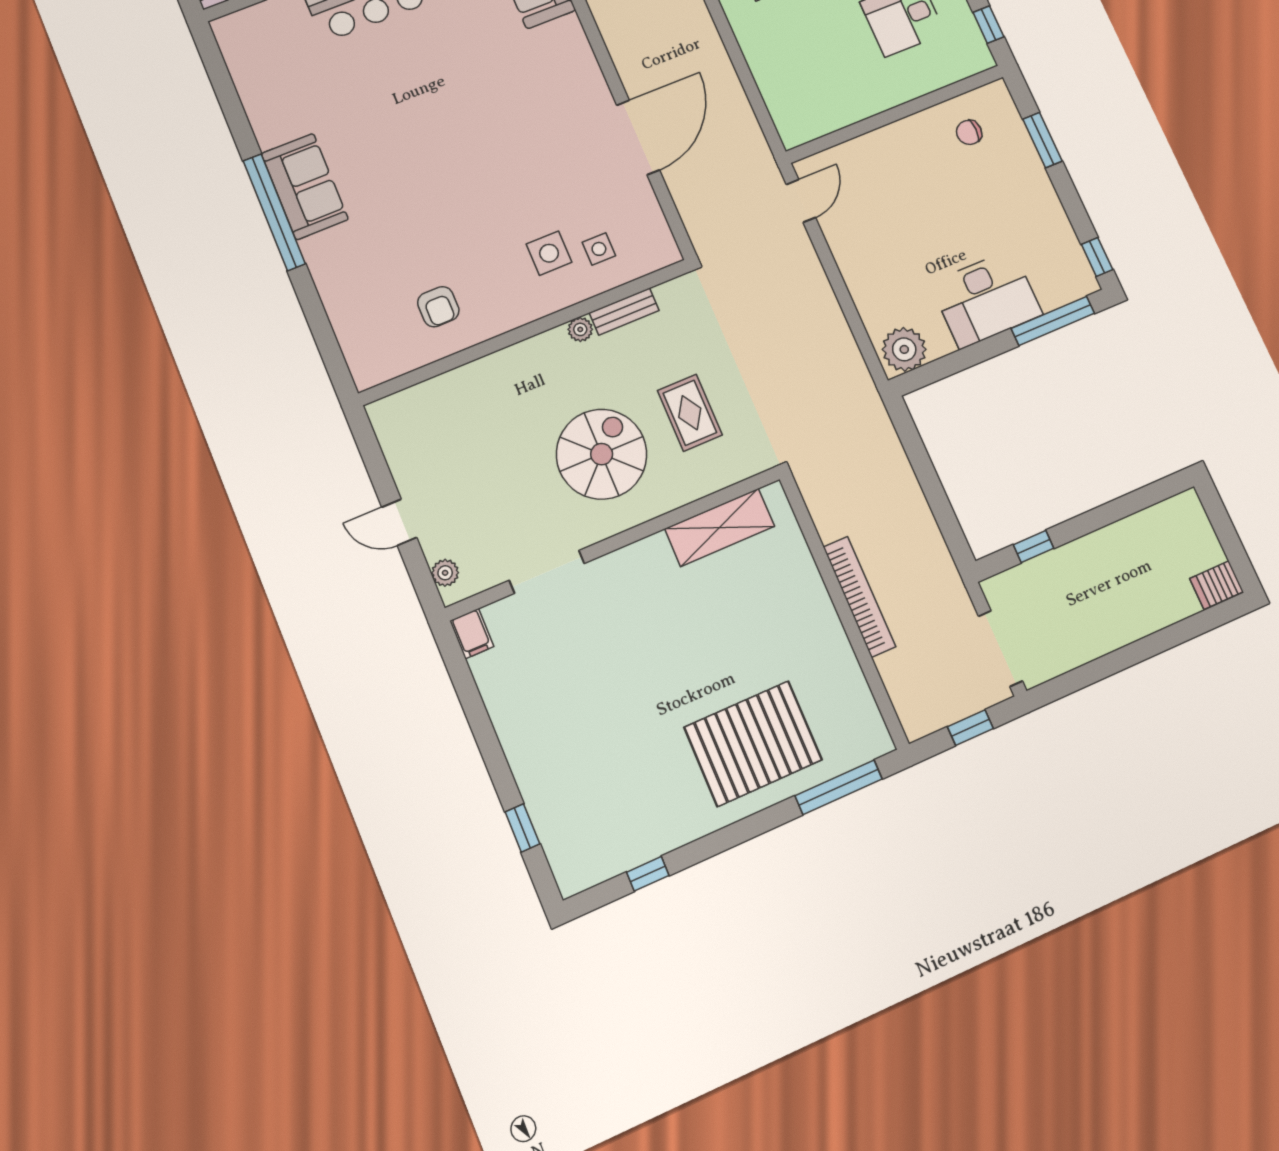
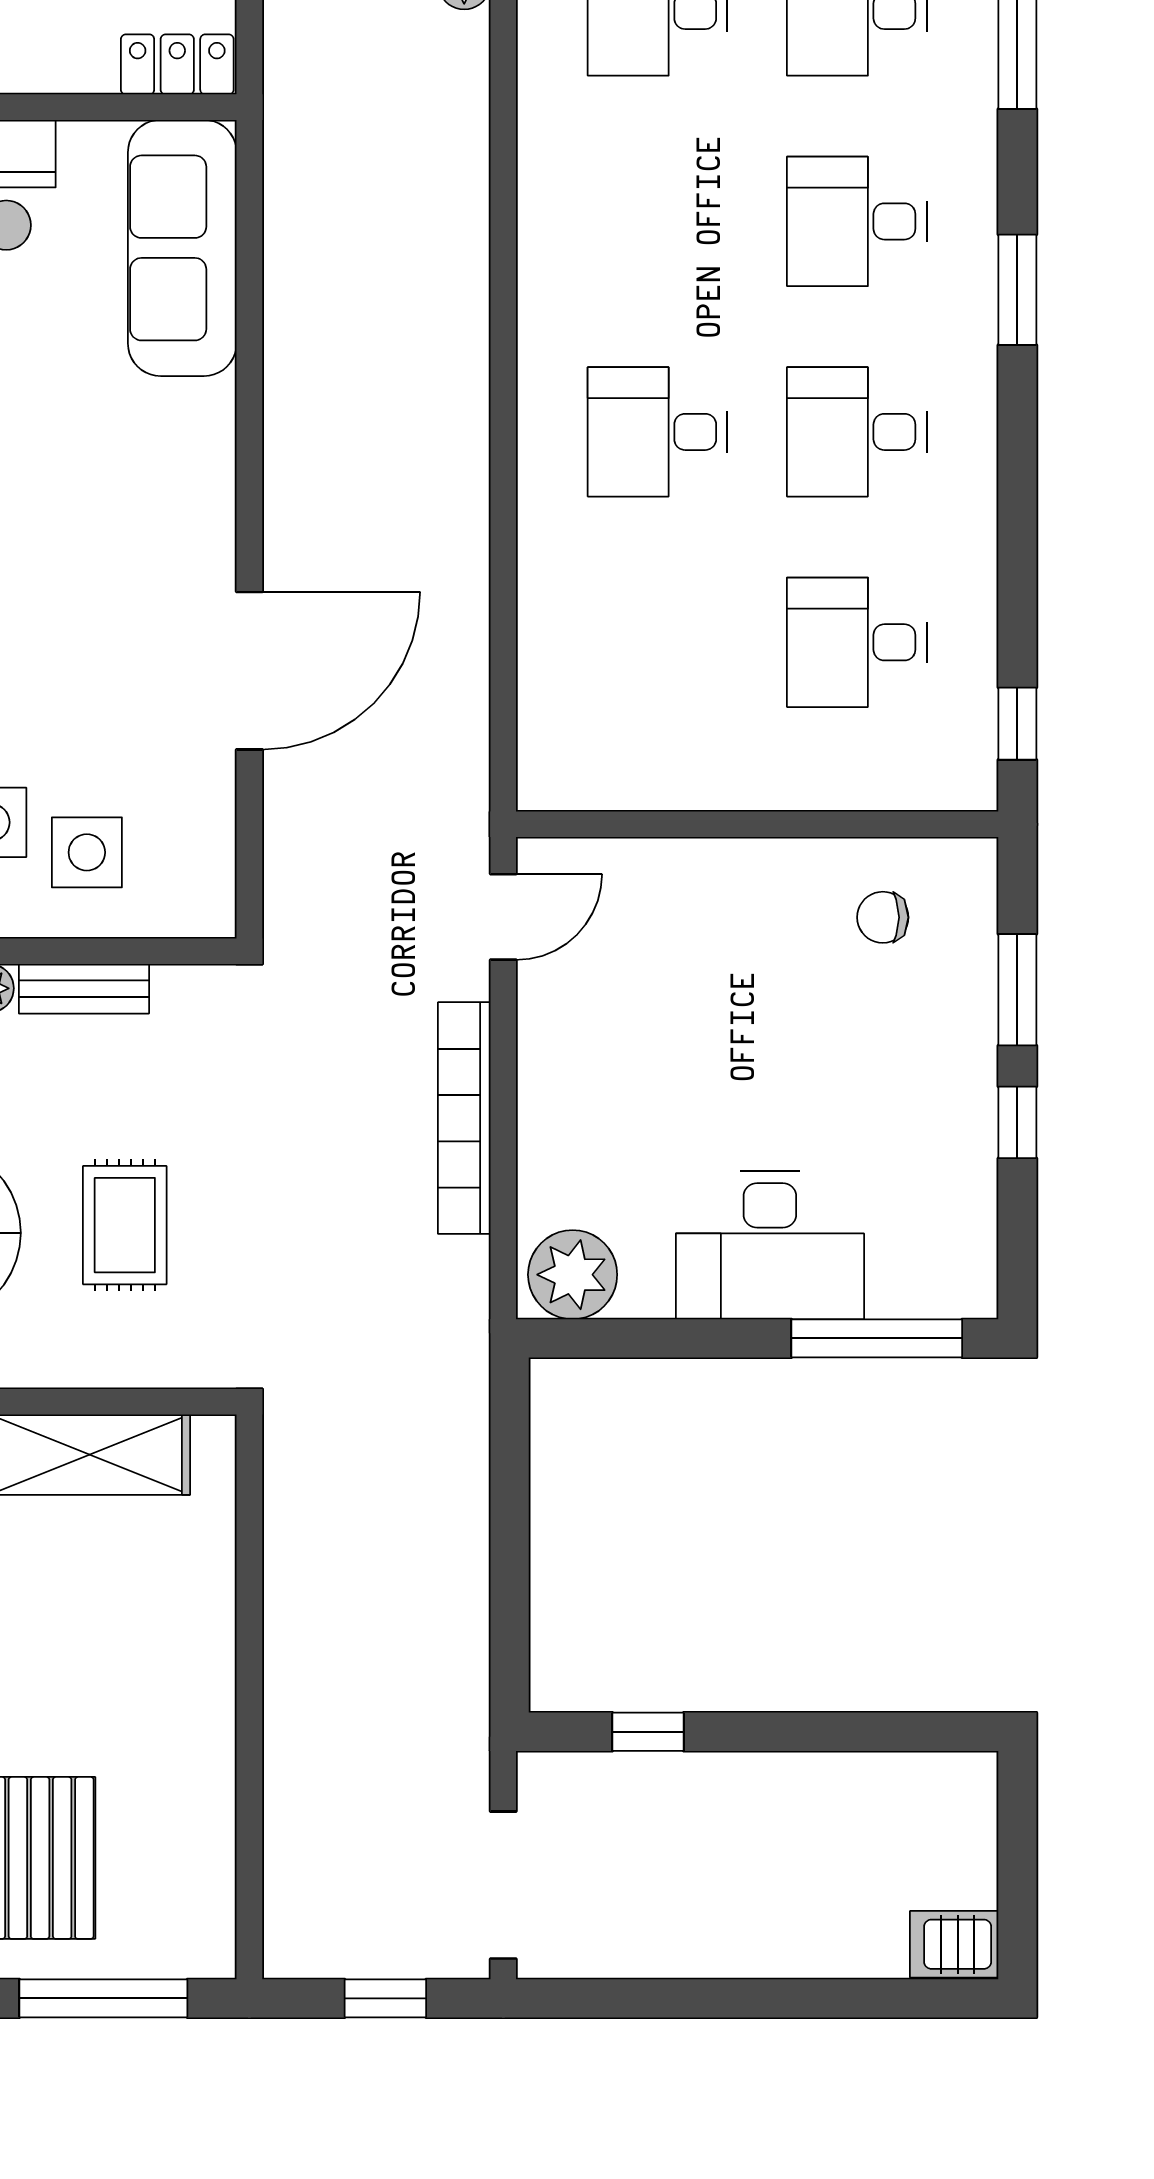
side table: (599, 249) -> (87, 852), width x1.37, depth x1.37
window: (1097, 257) -> (1017, 1122), moved
bookcase: (859, 597) -> (464, 1118), moved, turned 180

